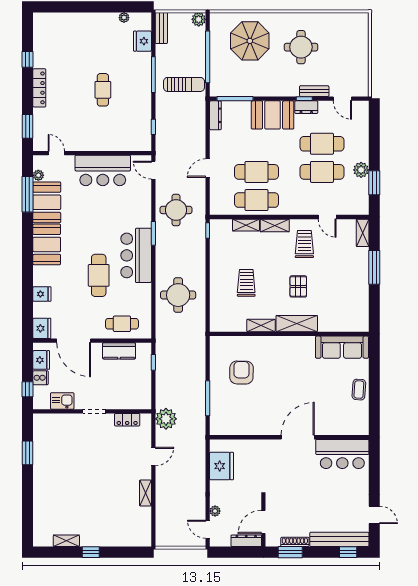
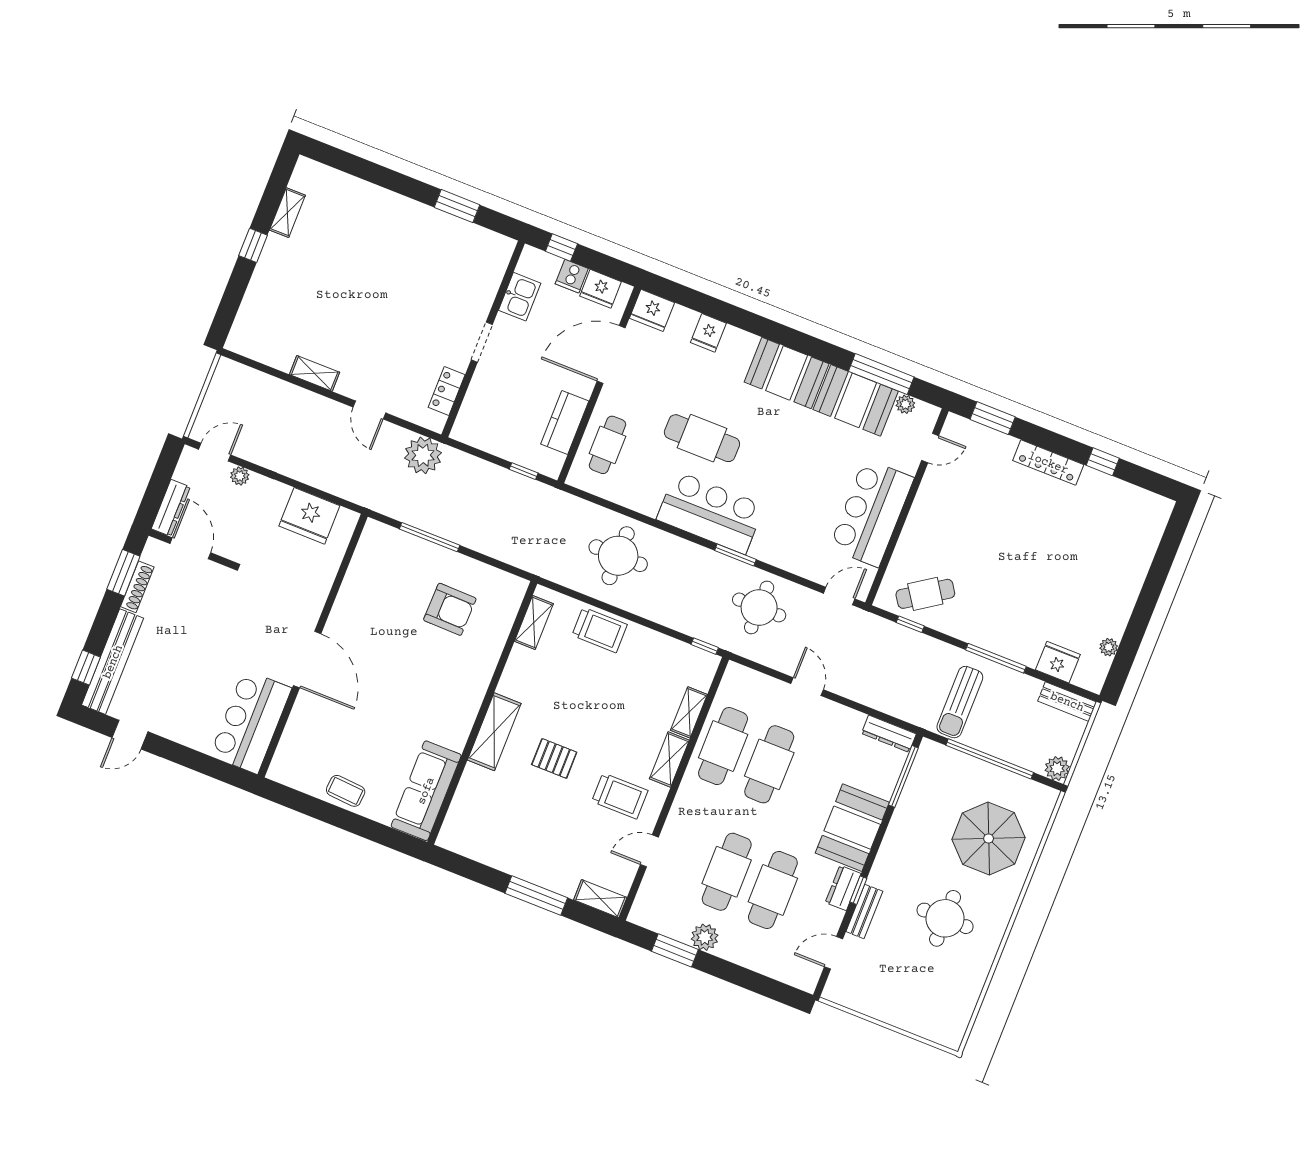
cafe table: (103, 90) -> (925, 594), moved, turned -34
trolley: (246, 283) -> (600, 630), moved
shelving: (261, 326) -> (534, 623), moved

